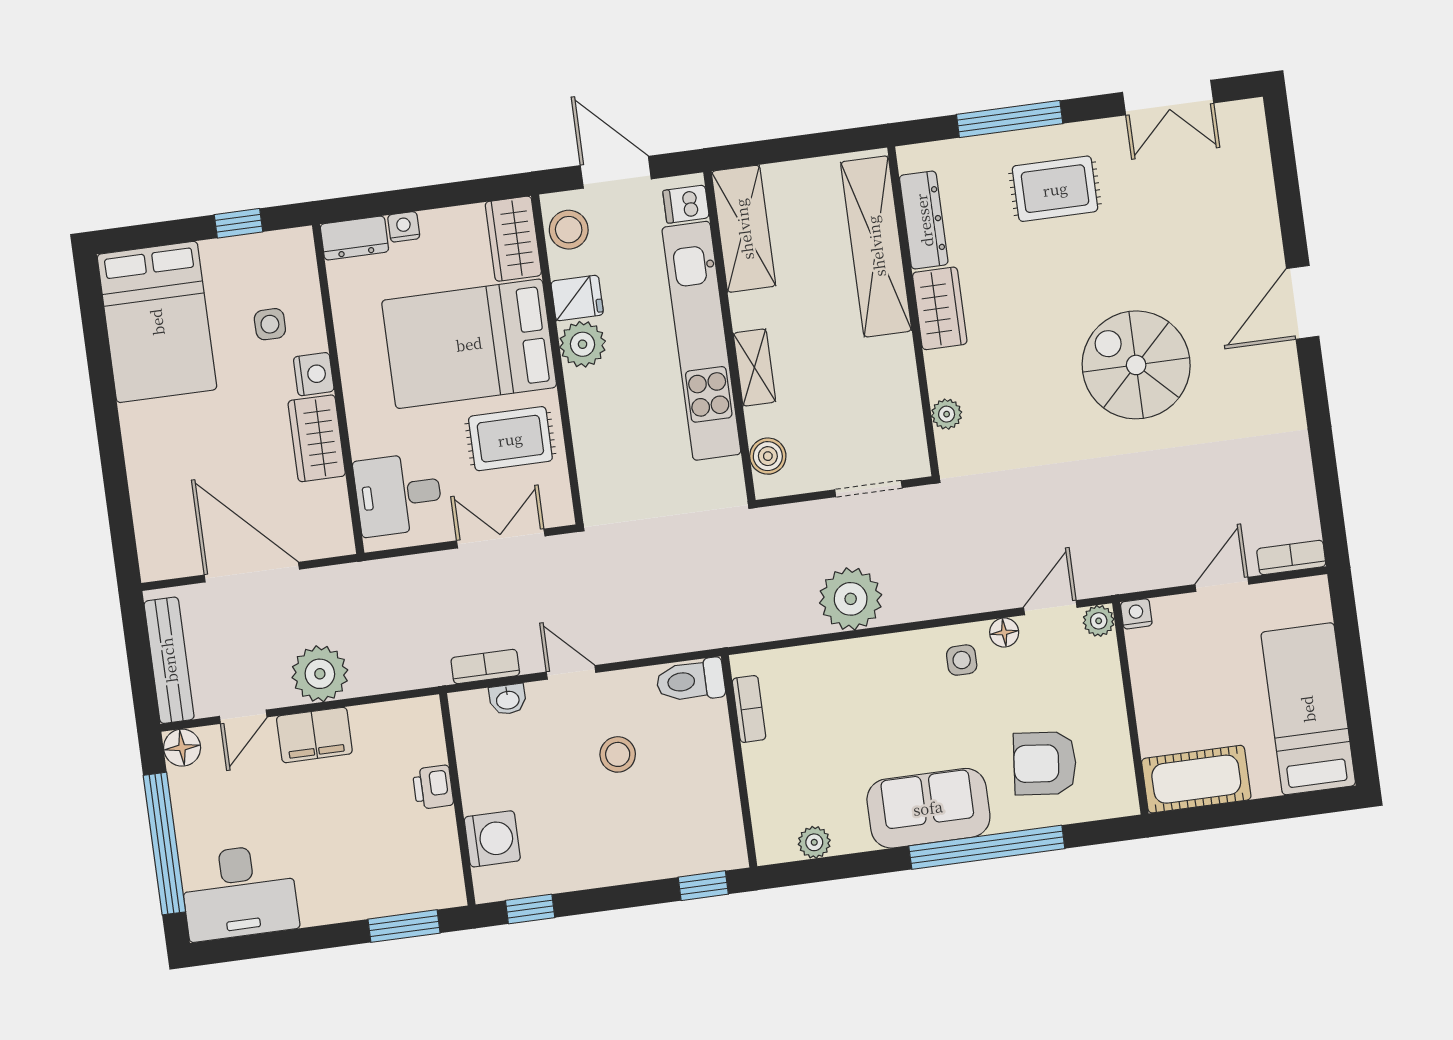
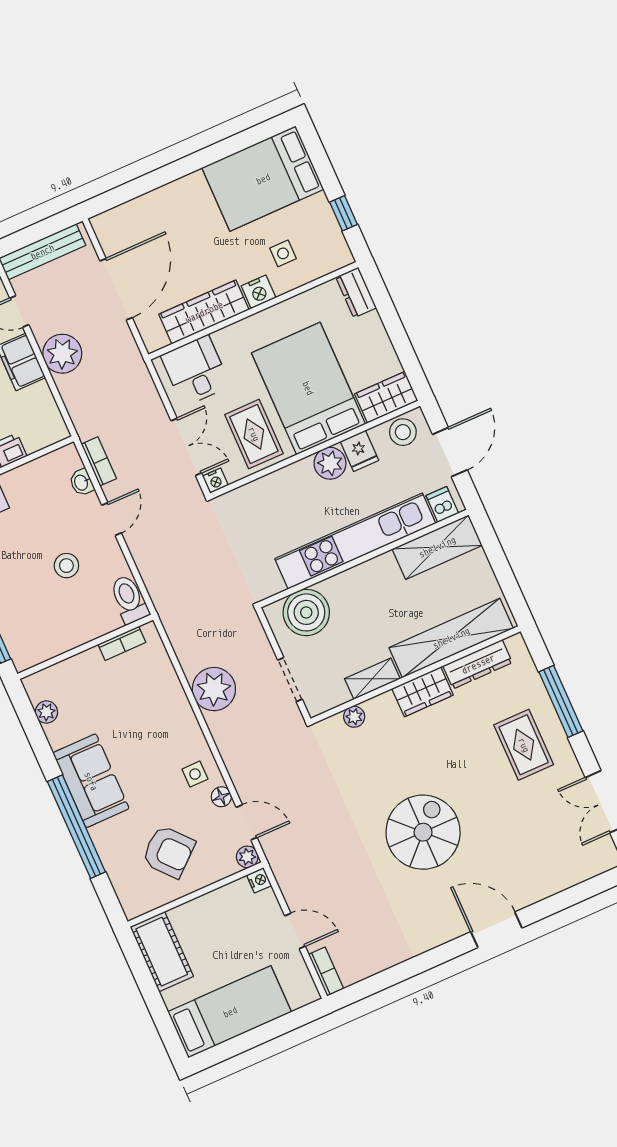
nightstand: (404, 227) -> (215, 481), moved, turned 90
shelving: (754, 367) -> (372, 679), moved
wardrobe: (317, 438) -> (204, 312), width x1.50
boiler: (768, 456) -> (306, 612), width x1.86, depth x1.86
armchair: (1045, 763) -> (168, 852), moved, turned 133

